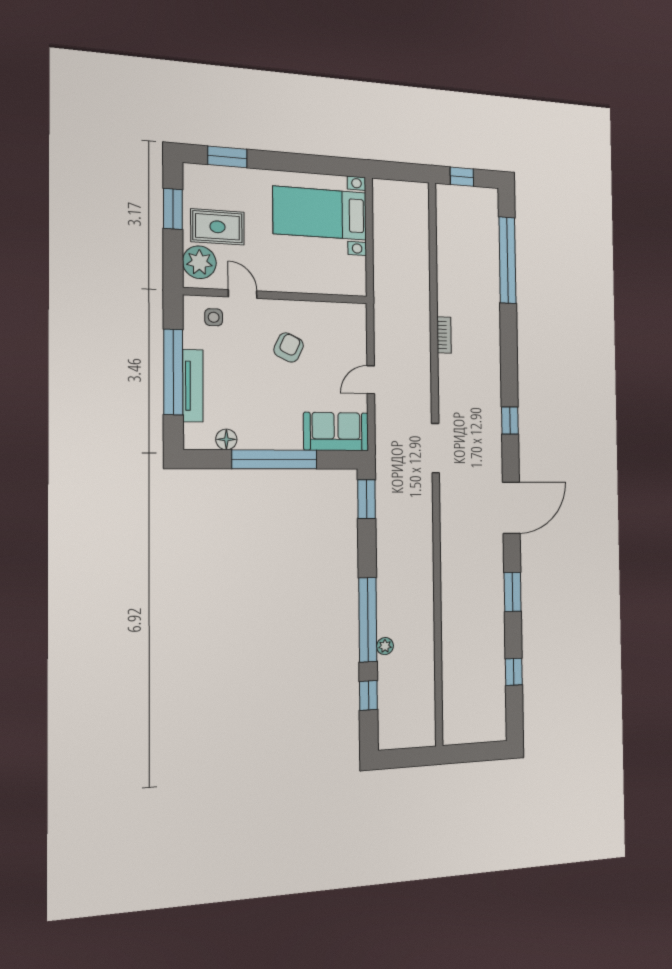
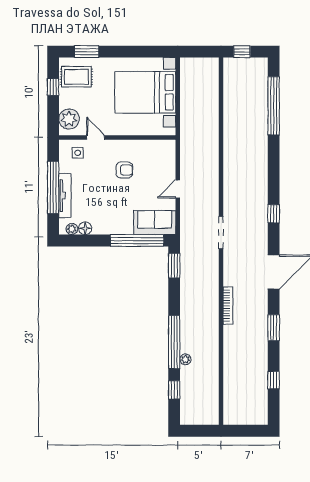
window: (173, 209) -> (53, 87), width x0.67
bed with nightstands: (320, 213) -> (145, 92), width x1.36
rug: (217, 227) -> (76, 77), moved
bookcase: (444, 335) -> (228, 306), moved, width x1.56
armchair: (289, 347) -> (124, 170), turned 65
plant: (205, 440) -> (72, 229), added
window: (275, 459) -> (137, 240), moved

